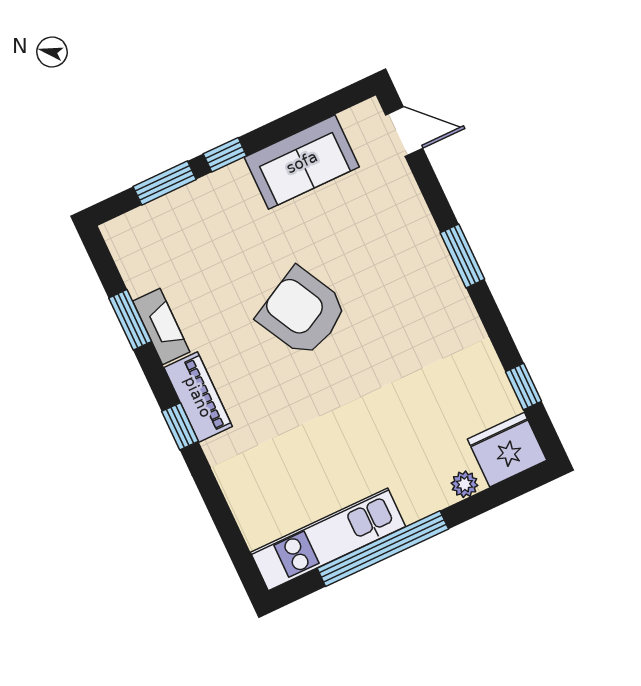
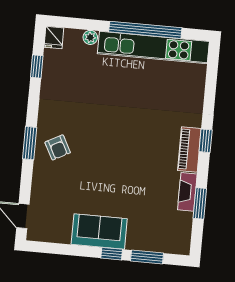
sofa: (302, 162) -> (99, 232), moved
armchair: (302, 312) -> (58, 147), moved, width x0.53, depth x0.53
fridge: (507, 450) -> (54, 38), width x0.53, depth x0.75
kitchen unit: (328, 539) -> (153, 48), width x1.36

